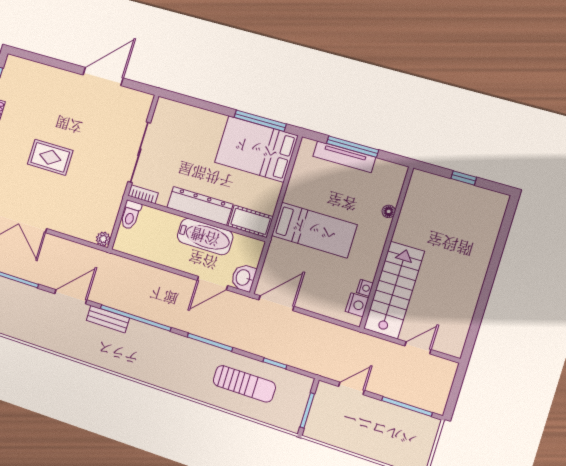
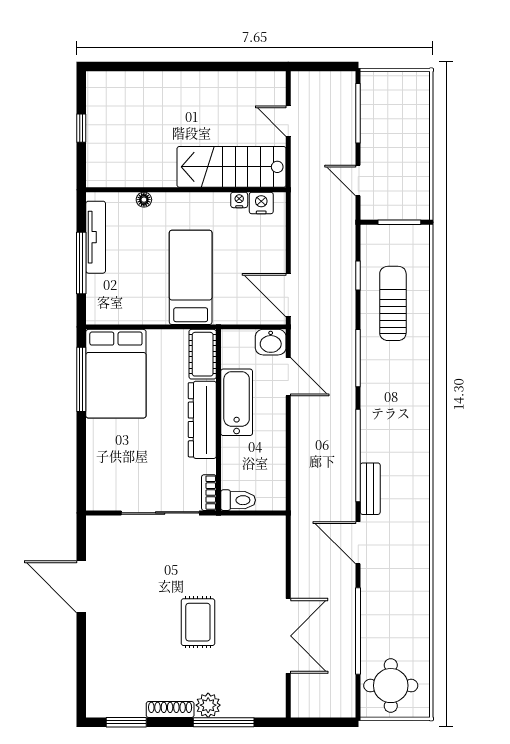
tv unit: (344, 157) -> (96, 237), moved
plant: (103, 239) -> (277, 525), removed

